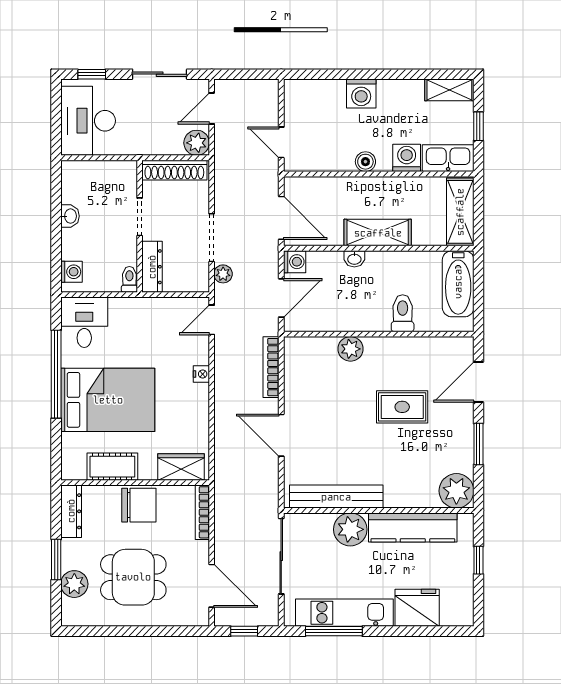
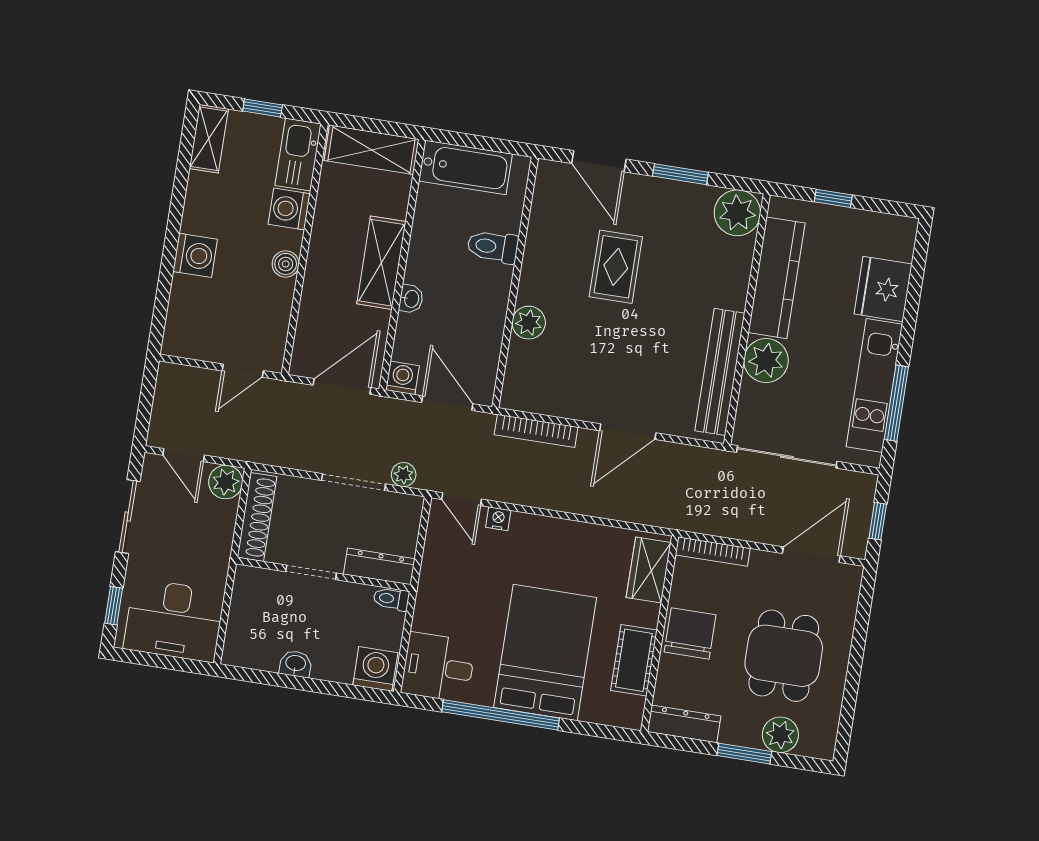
washing machine: (71, 272) -> (375, 669), width x1.38, depth x1.38
nightstand: (201, 374) -> (498, 519), moved

